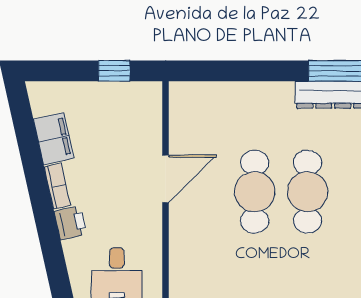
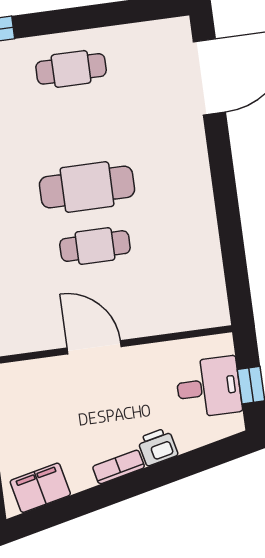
filing cabinet: (54, 139) -> (40, 488), moved
cafe table: (255, 192) -> (95, 246), width x0.73, depth x0.74

